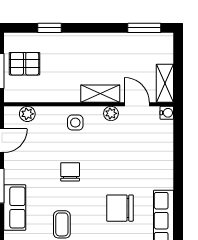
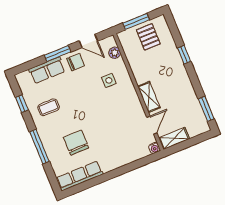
window: (50, 28) -> (184, 55), moved
plant: (111, 113) -> (138, 110), removed
side table: (75, 123) -> (109, 80), moved
chair: (70, 172) -> (76, 62), moved

